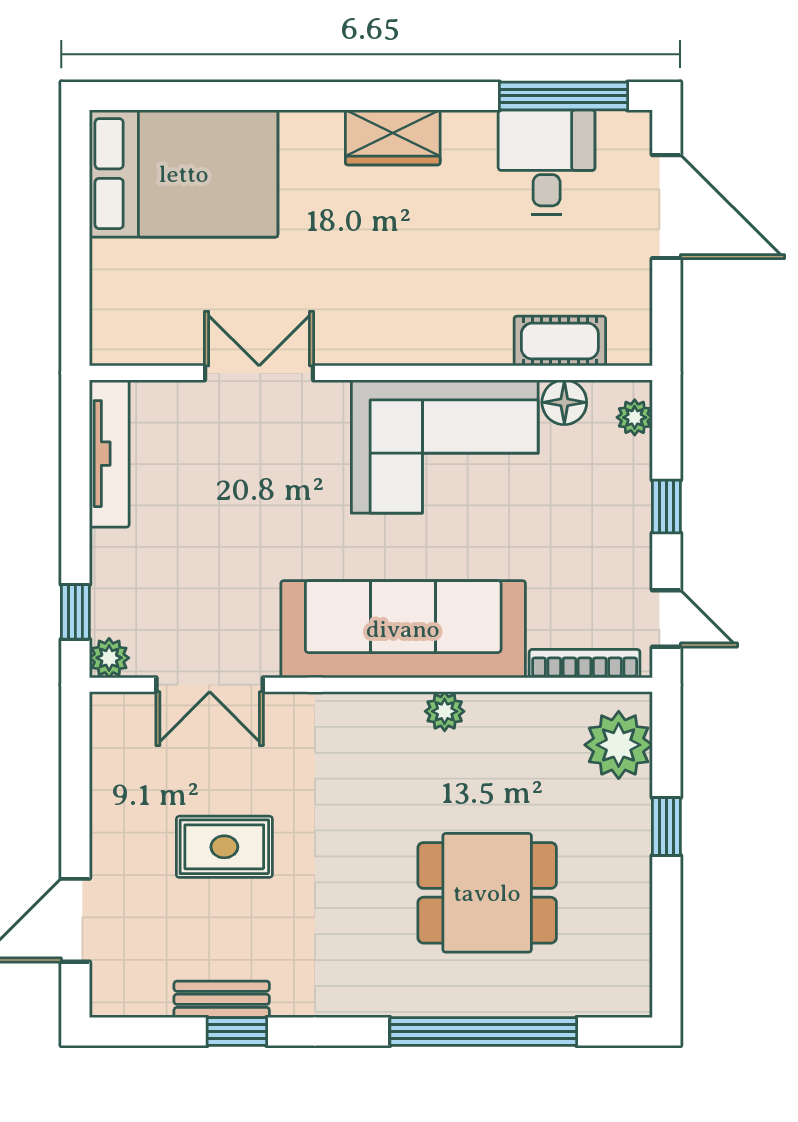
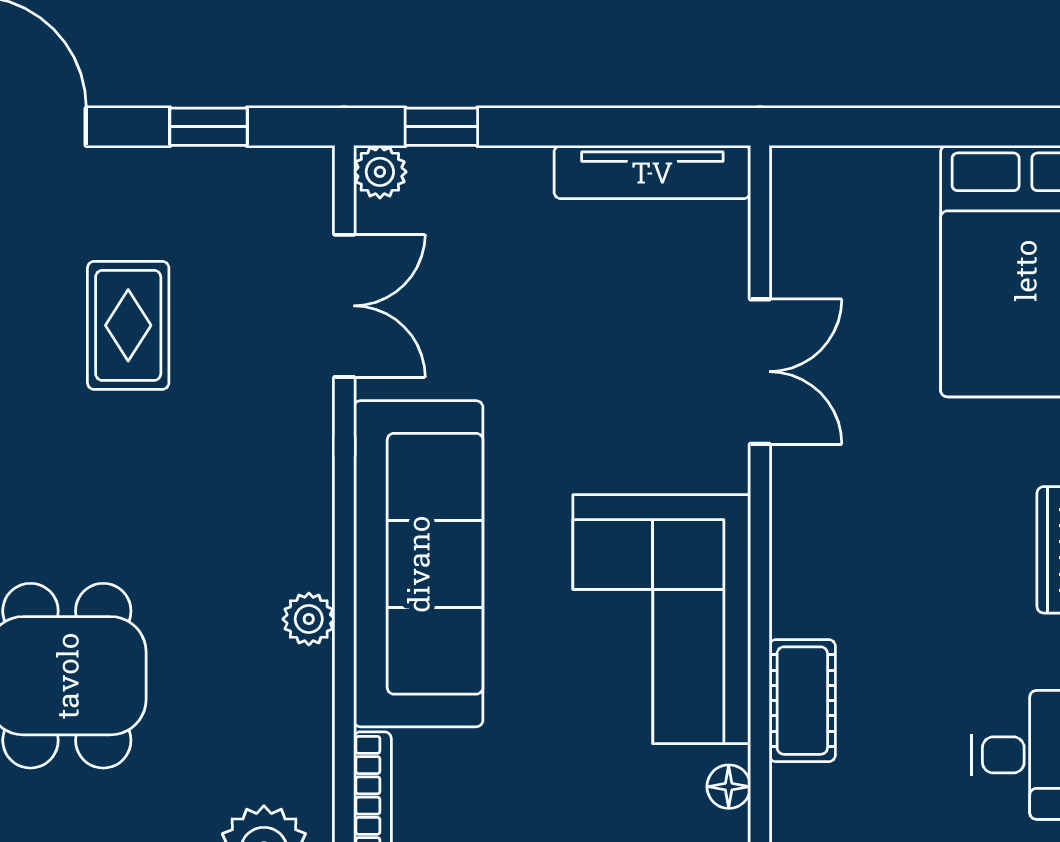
cot: (560, 341) -> (802, 701), moved
floor lamp: (564, 402) -> (729, 787), width x0.73, depth x0.73
double door: (210, 685) -> (344, 306), swing flipped
window: (75, 787) -> (208, 127), added

